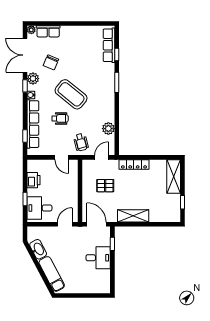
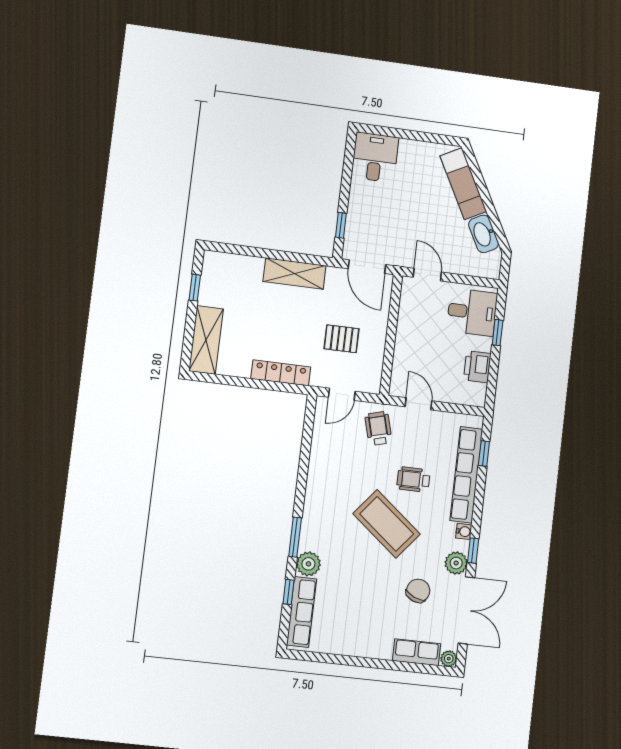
plant: (108, 129) -> (308, 564), moved
door: (65, 224) -> (427, 275), swing flipped
desk: (98, 258) -> (375, 157), moved, turned 90

